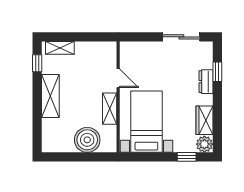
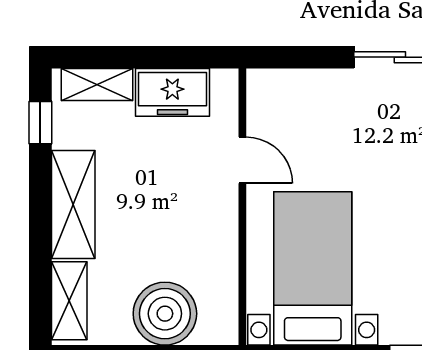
freezer: (90, 51) -> (172, 92), added
shelving: (110, 109) -> (69, 301), moved

